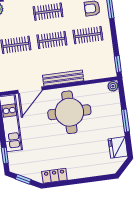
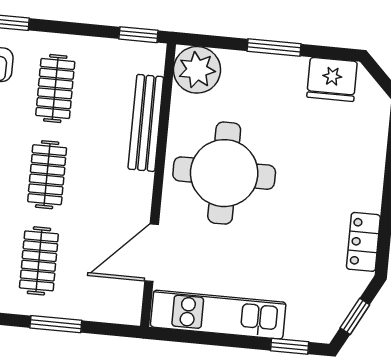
bench: (63, 78) -> (146, 123), moved
plant: (113, 86) -> (197, 70), width x1.88, depth x1.88
door: (30, 90) -> (152, 253), swing flipped

